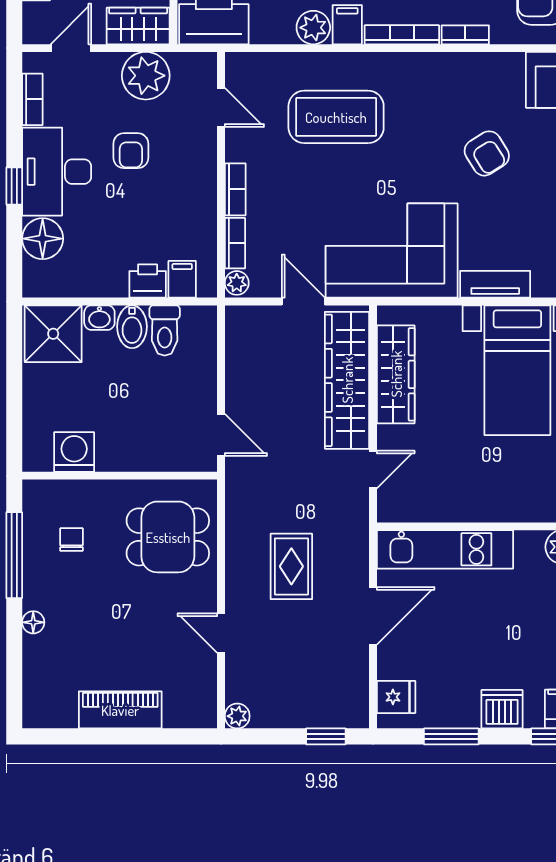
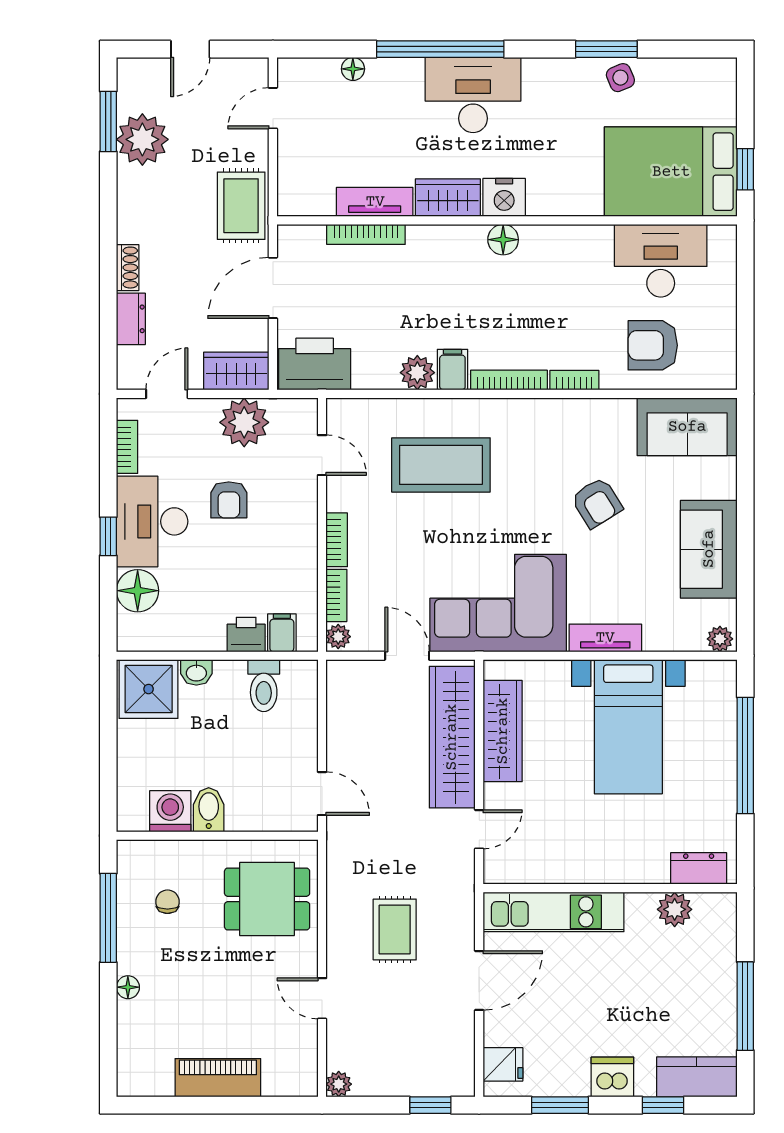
bidet: (132, 327) -> (209, 810), moved, turned 180

